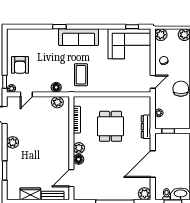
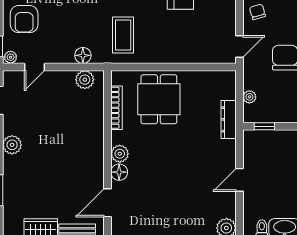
dining table: (110, 126) -> (159, 99), moved
door: (153, 164) -> (240, 180), width x0.53

